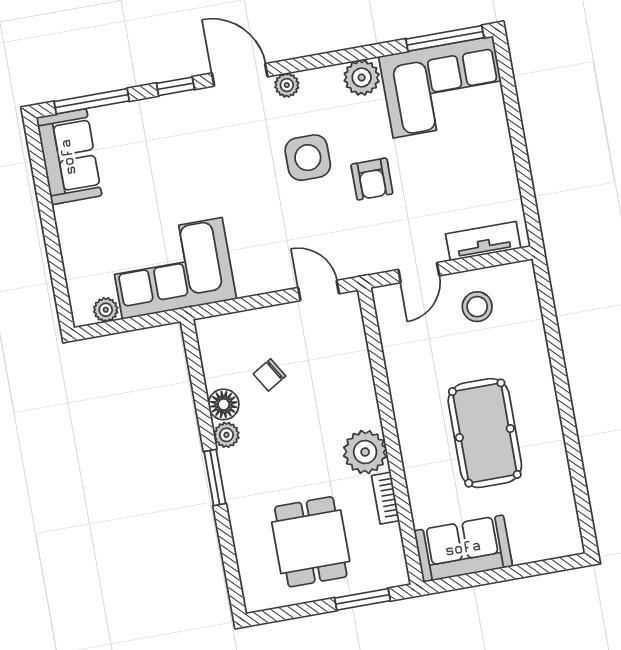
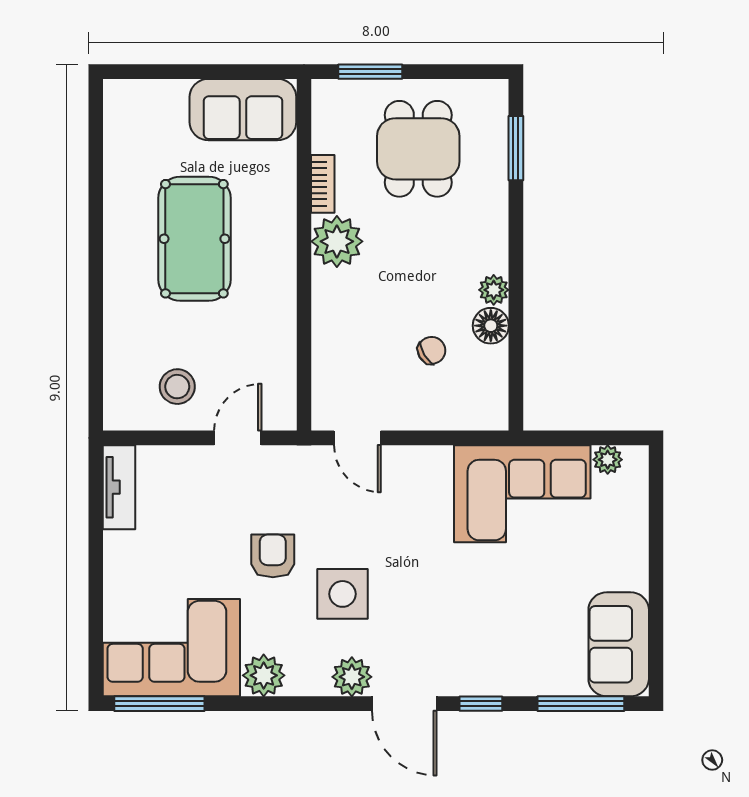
plant: (287, 85) -> (352, 677), width x1.38, depth x1.38
tv unit: (483, 241) -> (119, 487), moved, turned -90
window: (215, 478) -> (516, 148), moved

